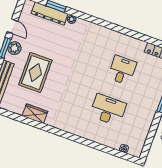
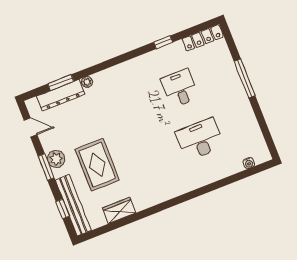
door: (12, 26) -> (31, 127), moved
window: (136, 35) -> (163, 42), added
wardrobe: (35, 114) -> (119, 210), moved

